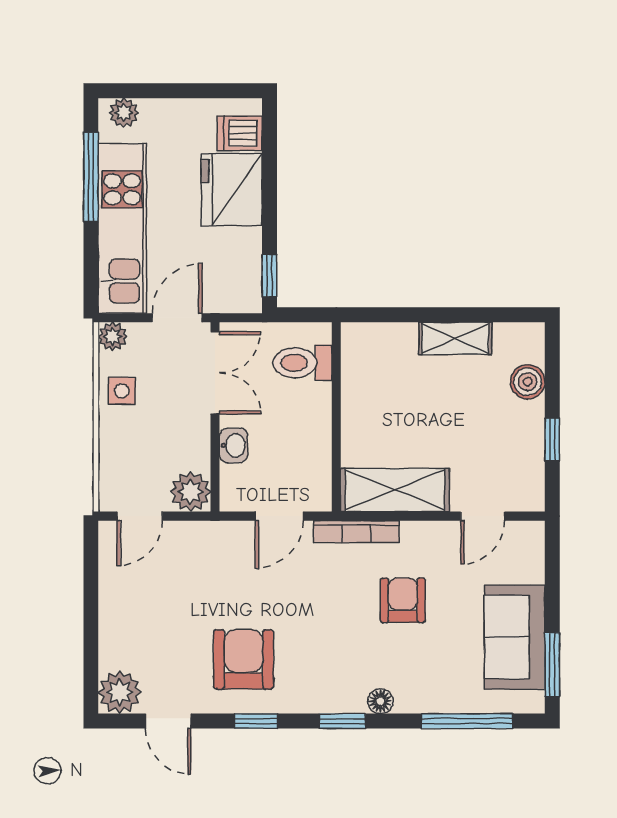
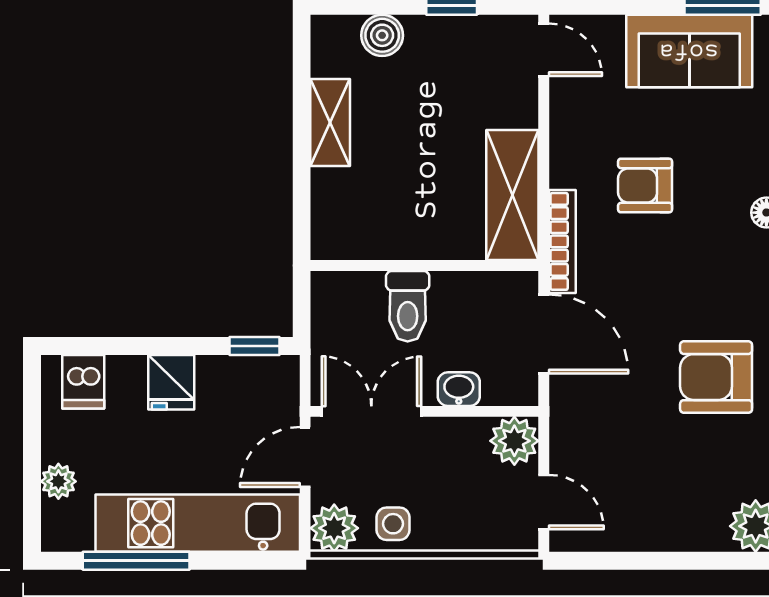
plant: (124, 113) -> (58, 481), moved
fridge: (232, 190) -> (171, 382), width x0.53, depth x0.75
door: (177, 318) -> (305, 457), hinge flipped
plant: (113, 337) -> (334, 528), width x1.38, depth x1.38
toilet: (302, 363) -> (408, 306), moved
door: (279, 516) -> (544, 334), width x1.38
door: (483, 516) -> (544, 50), moved

